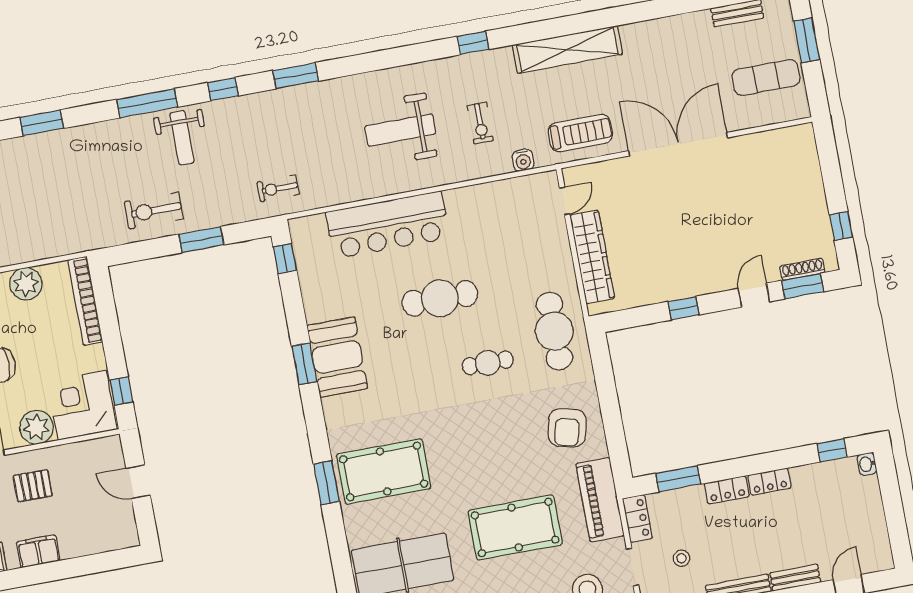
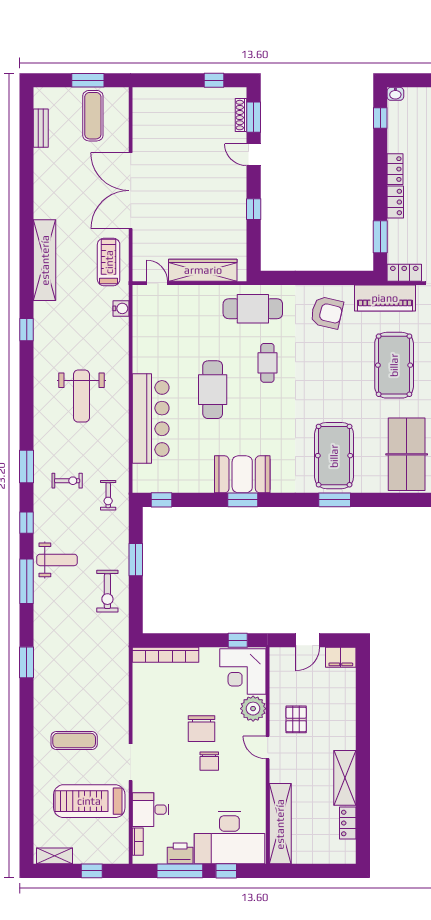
window: (807, 40) -> (88, 80), moved
exercise bike: (480, 123) -> (67, 481), moved
plant: (26, 284) -> (145, 697), removed
filing cabinet: (38, 551) -> (341, 657), moved, turned -90

